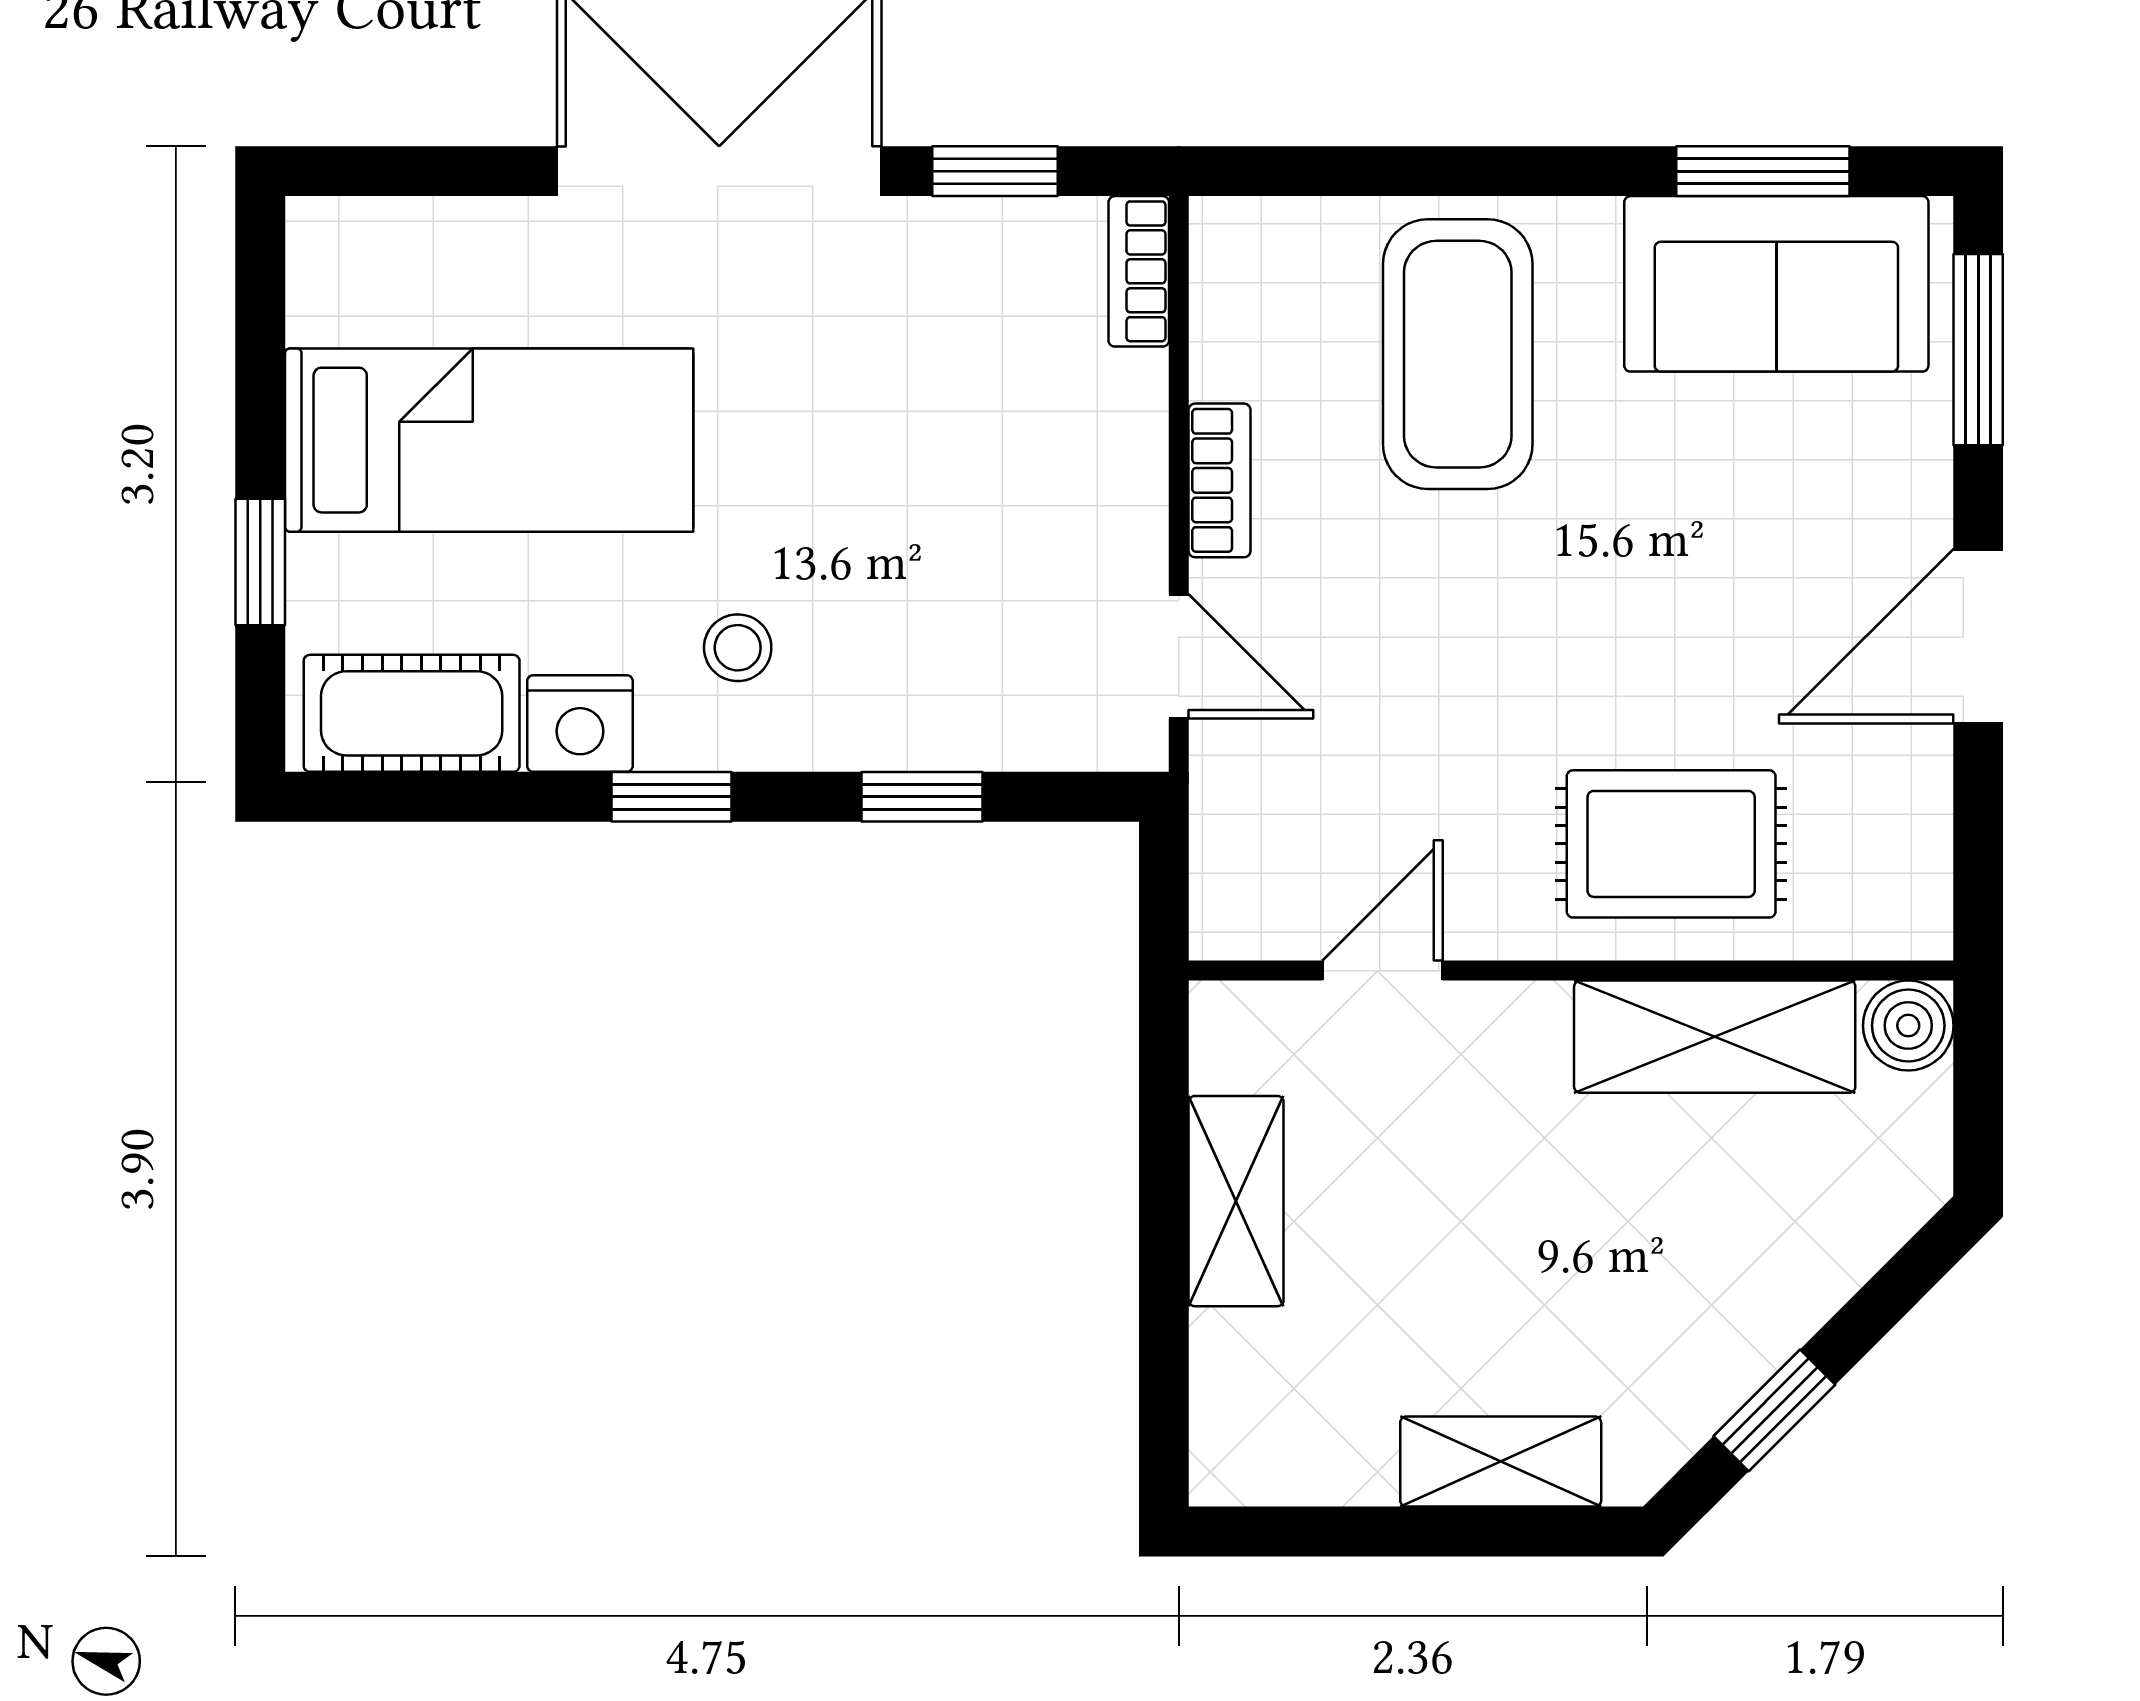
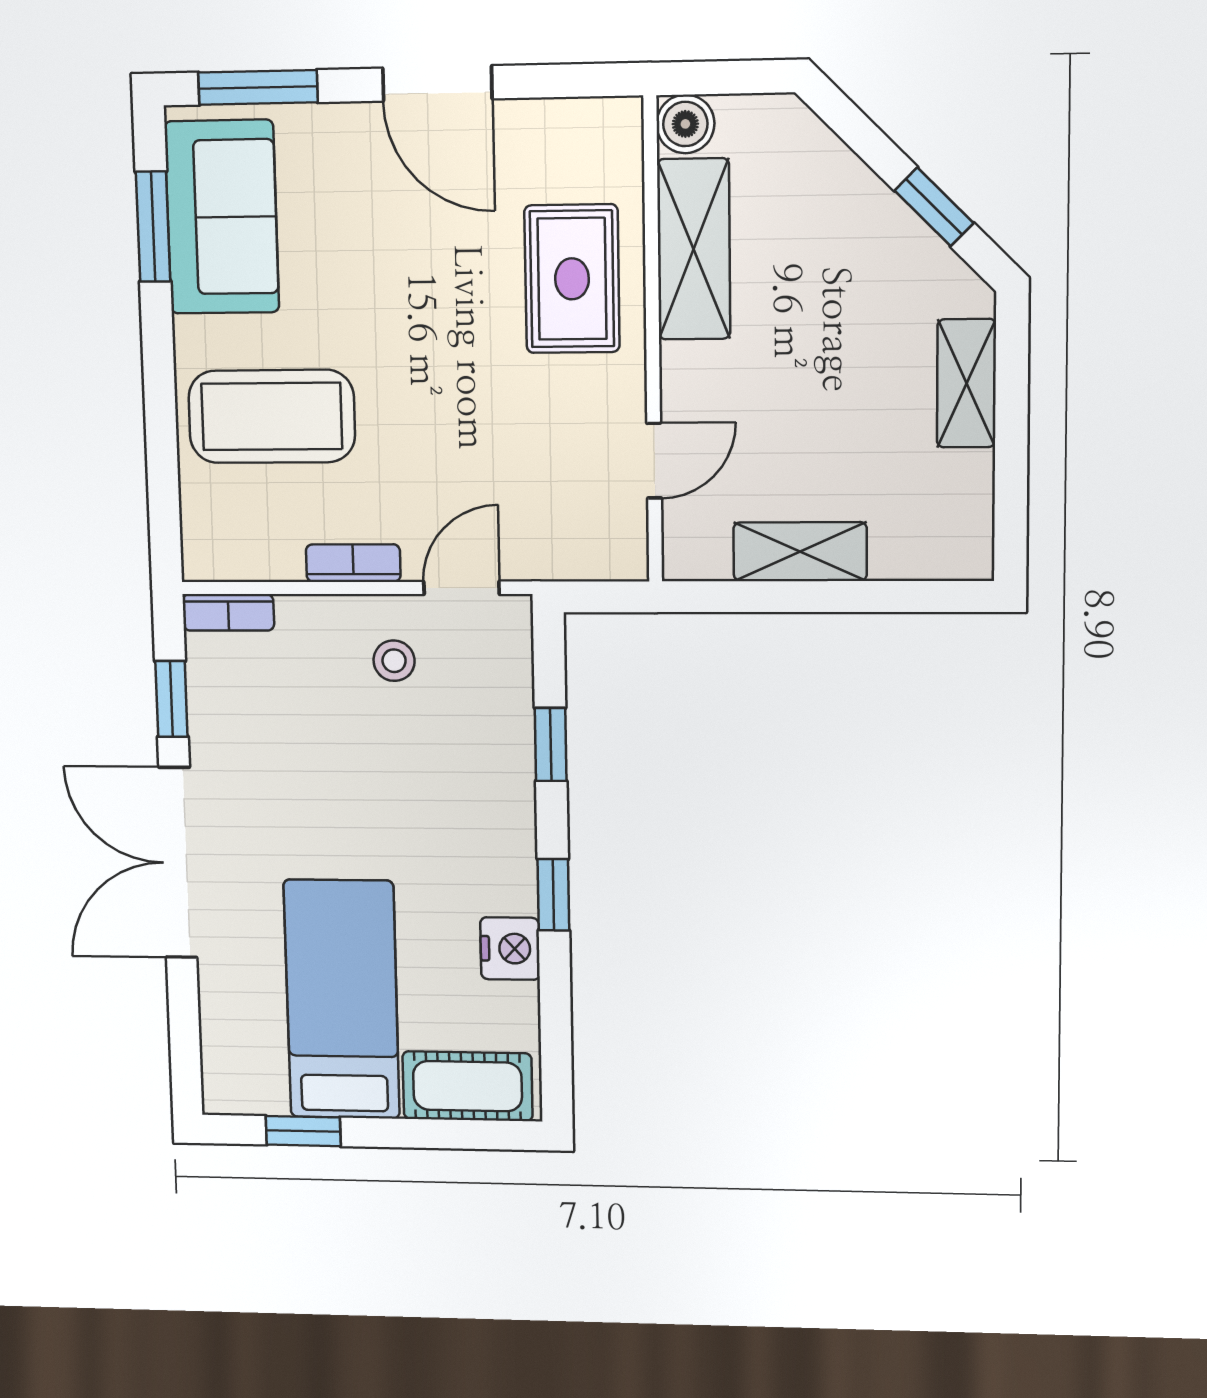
window: (260, 562) -> (303, 1131), moved
stool: (738, 648) -> (394, 661), moved
cot: (412, 713) -> (467, 1086), moved, turned 90
door: (1383, 971) -> (654, 461), swing flipped

